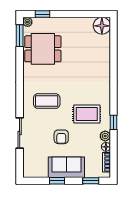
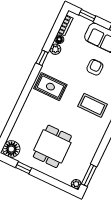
window: (43, 14) -> (24, 168), moved
dining table: (43, 49) -> (52, 146), moved, turned 90
rug: (87, 114) -> (50, 87), moved

